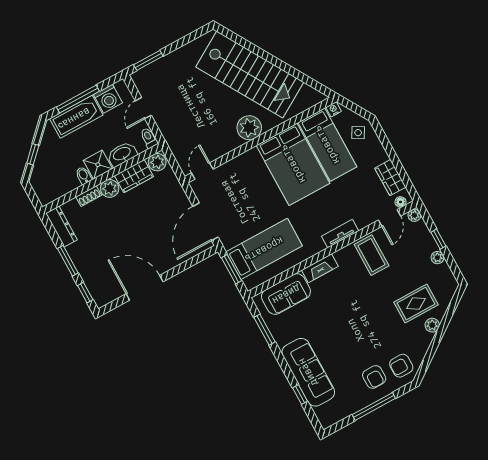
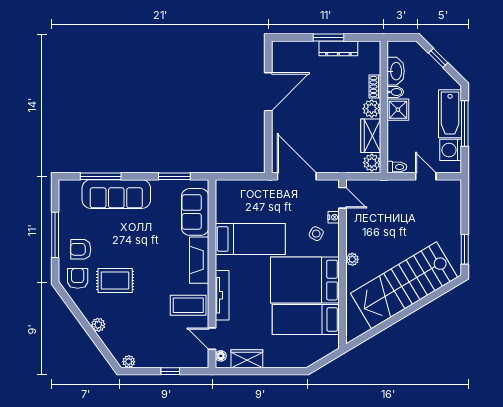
window: (148, 60) -> (465, 249), moved
nightstand: (334, 109) -> (334, 217), moved
plant: (249, 128) -> (352, 259), width x0.53, depth x0.53
side table: (358, 133) -> (316, 234), moved
washbasin: (122, 154) -> (396, 71), moved
plant: (414, 215) -> (203, 362), removed
dresser: (62, 227) -> (338, 48), moved
tv unit: (340, 234) -> (222, 295), width x1.41
bed: (264, 249) -> (250, 239), moved, turned -90
plant: (437, 258) -> (129, 362), moved
fireplace: (320, 268) -> (199, 260), width x1.37, depth x1.32
window: (231, 269) -> (243, 176), removed
window: (85, 293) -> (292, 37), removed
rug: (416, 303) -> (115, 281), moved, turned 90
window: (300, 395) -> (101, 176), width x2.17

